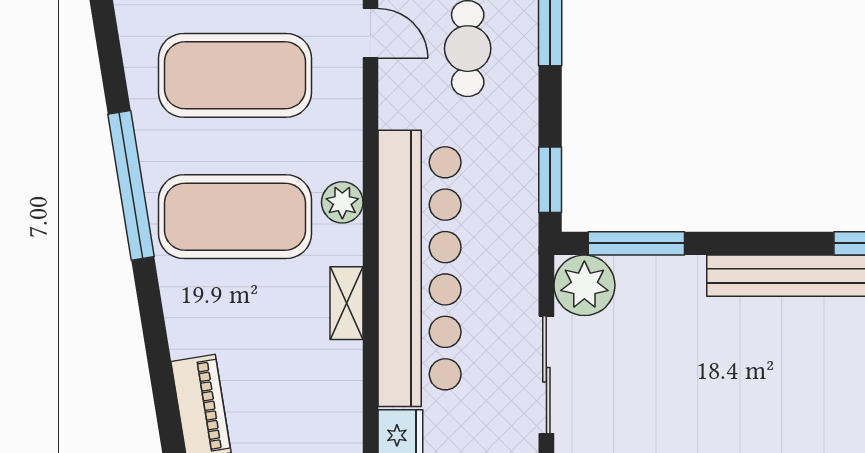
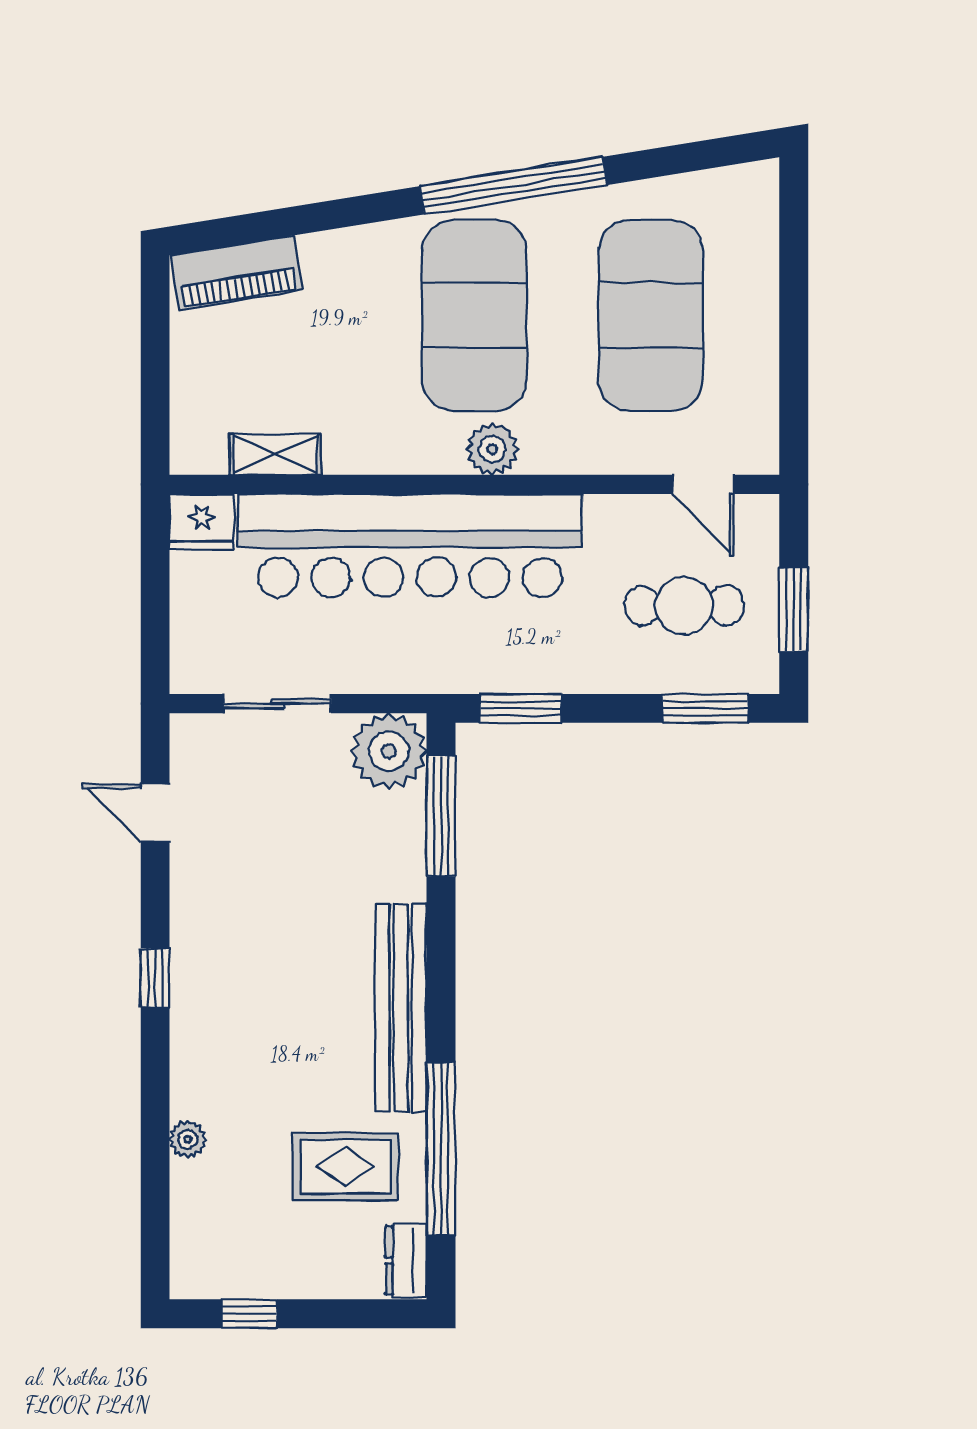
door: (371, 33) -> (703, 484), hinge flipped
shelving: (347, 303) -> (275, 454), moved
sliding door: (546, 375) -> (277, 704), width x0.73

